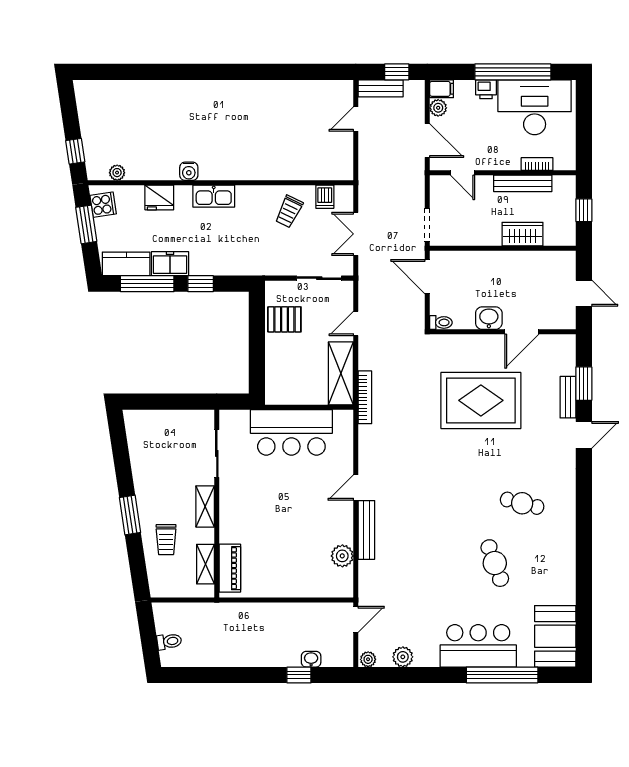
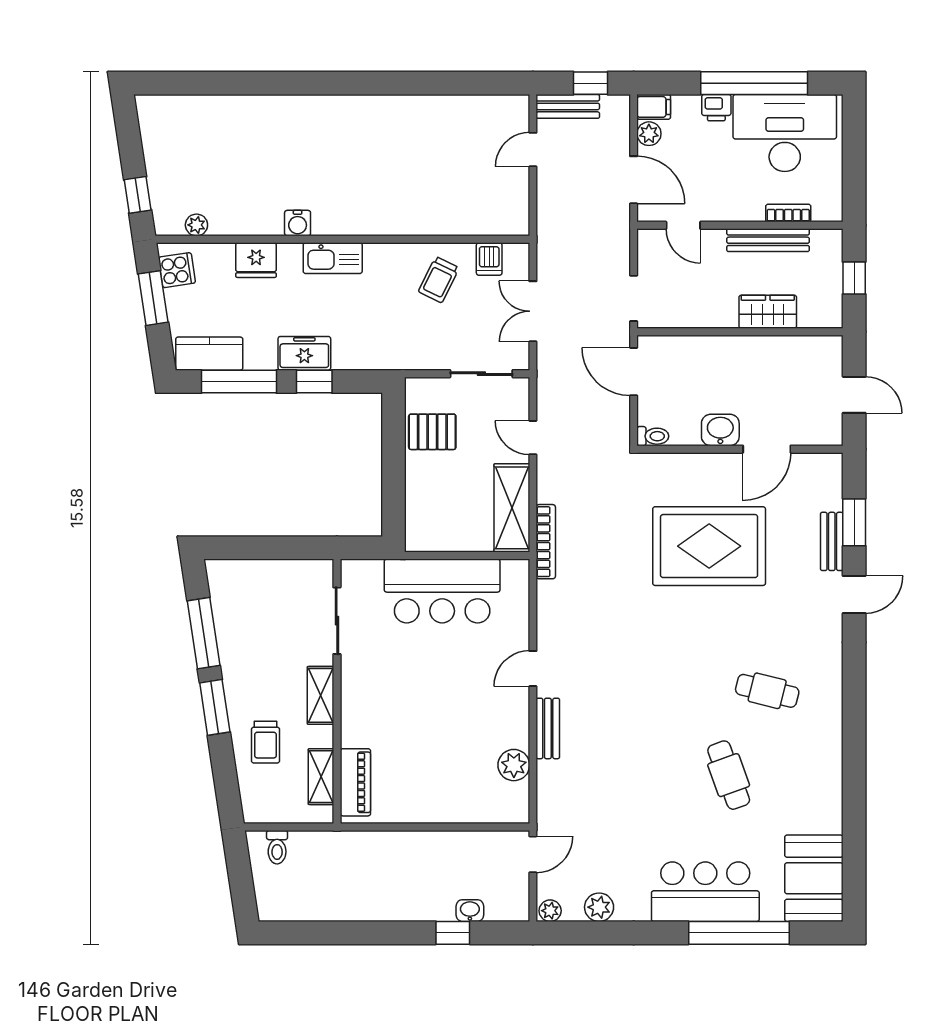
freezer: (170, 264) -> (304, 353), moved
door: (356, 324) -> (533, 438), hinge flipped
window: (122, 462) -> (204, 633), added
bench: (366, 530) -> (548, 728), width x0.73
toilet: (169, 641) -> (277, 847), moved, turned 99

